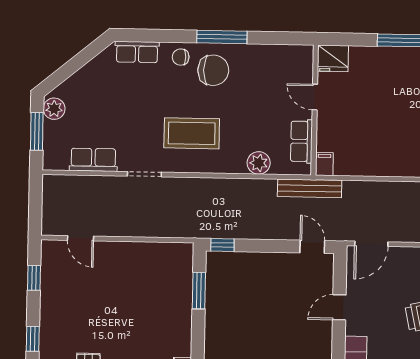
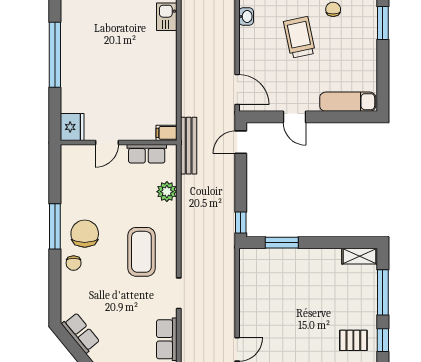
row of seats: (137, 52) -> (81, 333), moved, turned -39

